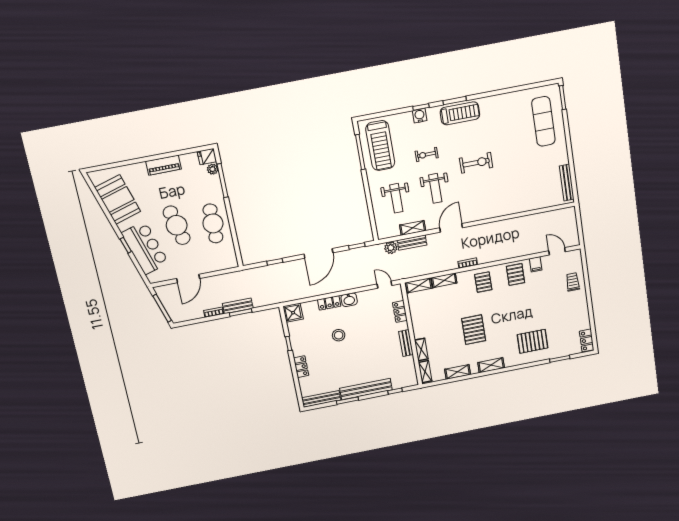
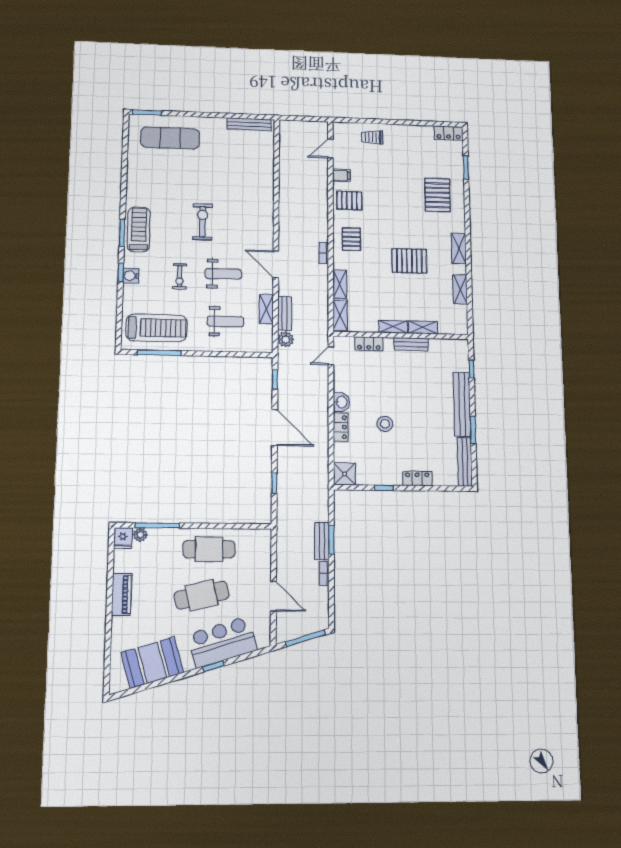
pallet: (483, 282) -> (351, 239), turned 90
shelving: (425, 372) -> (393, 327), moved

